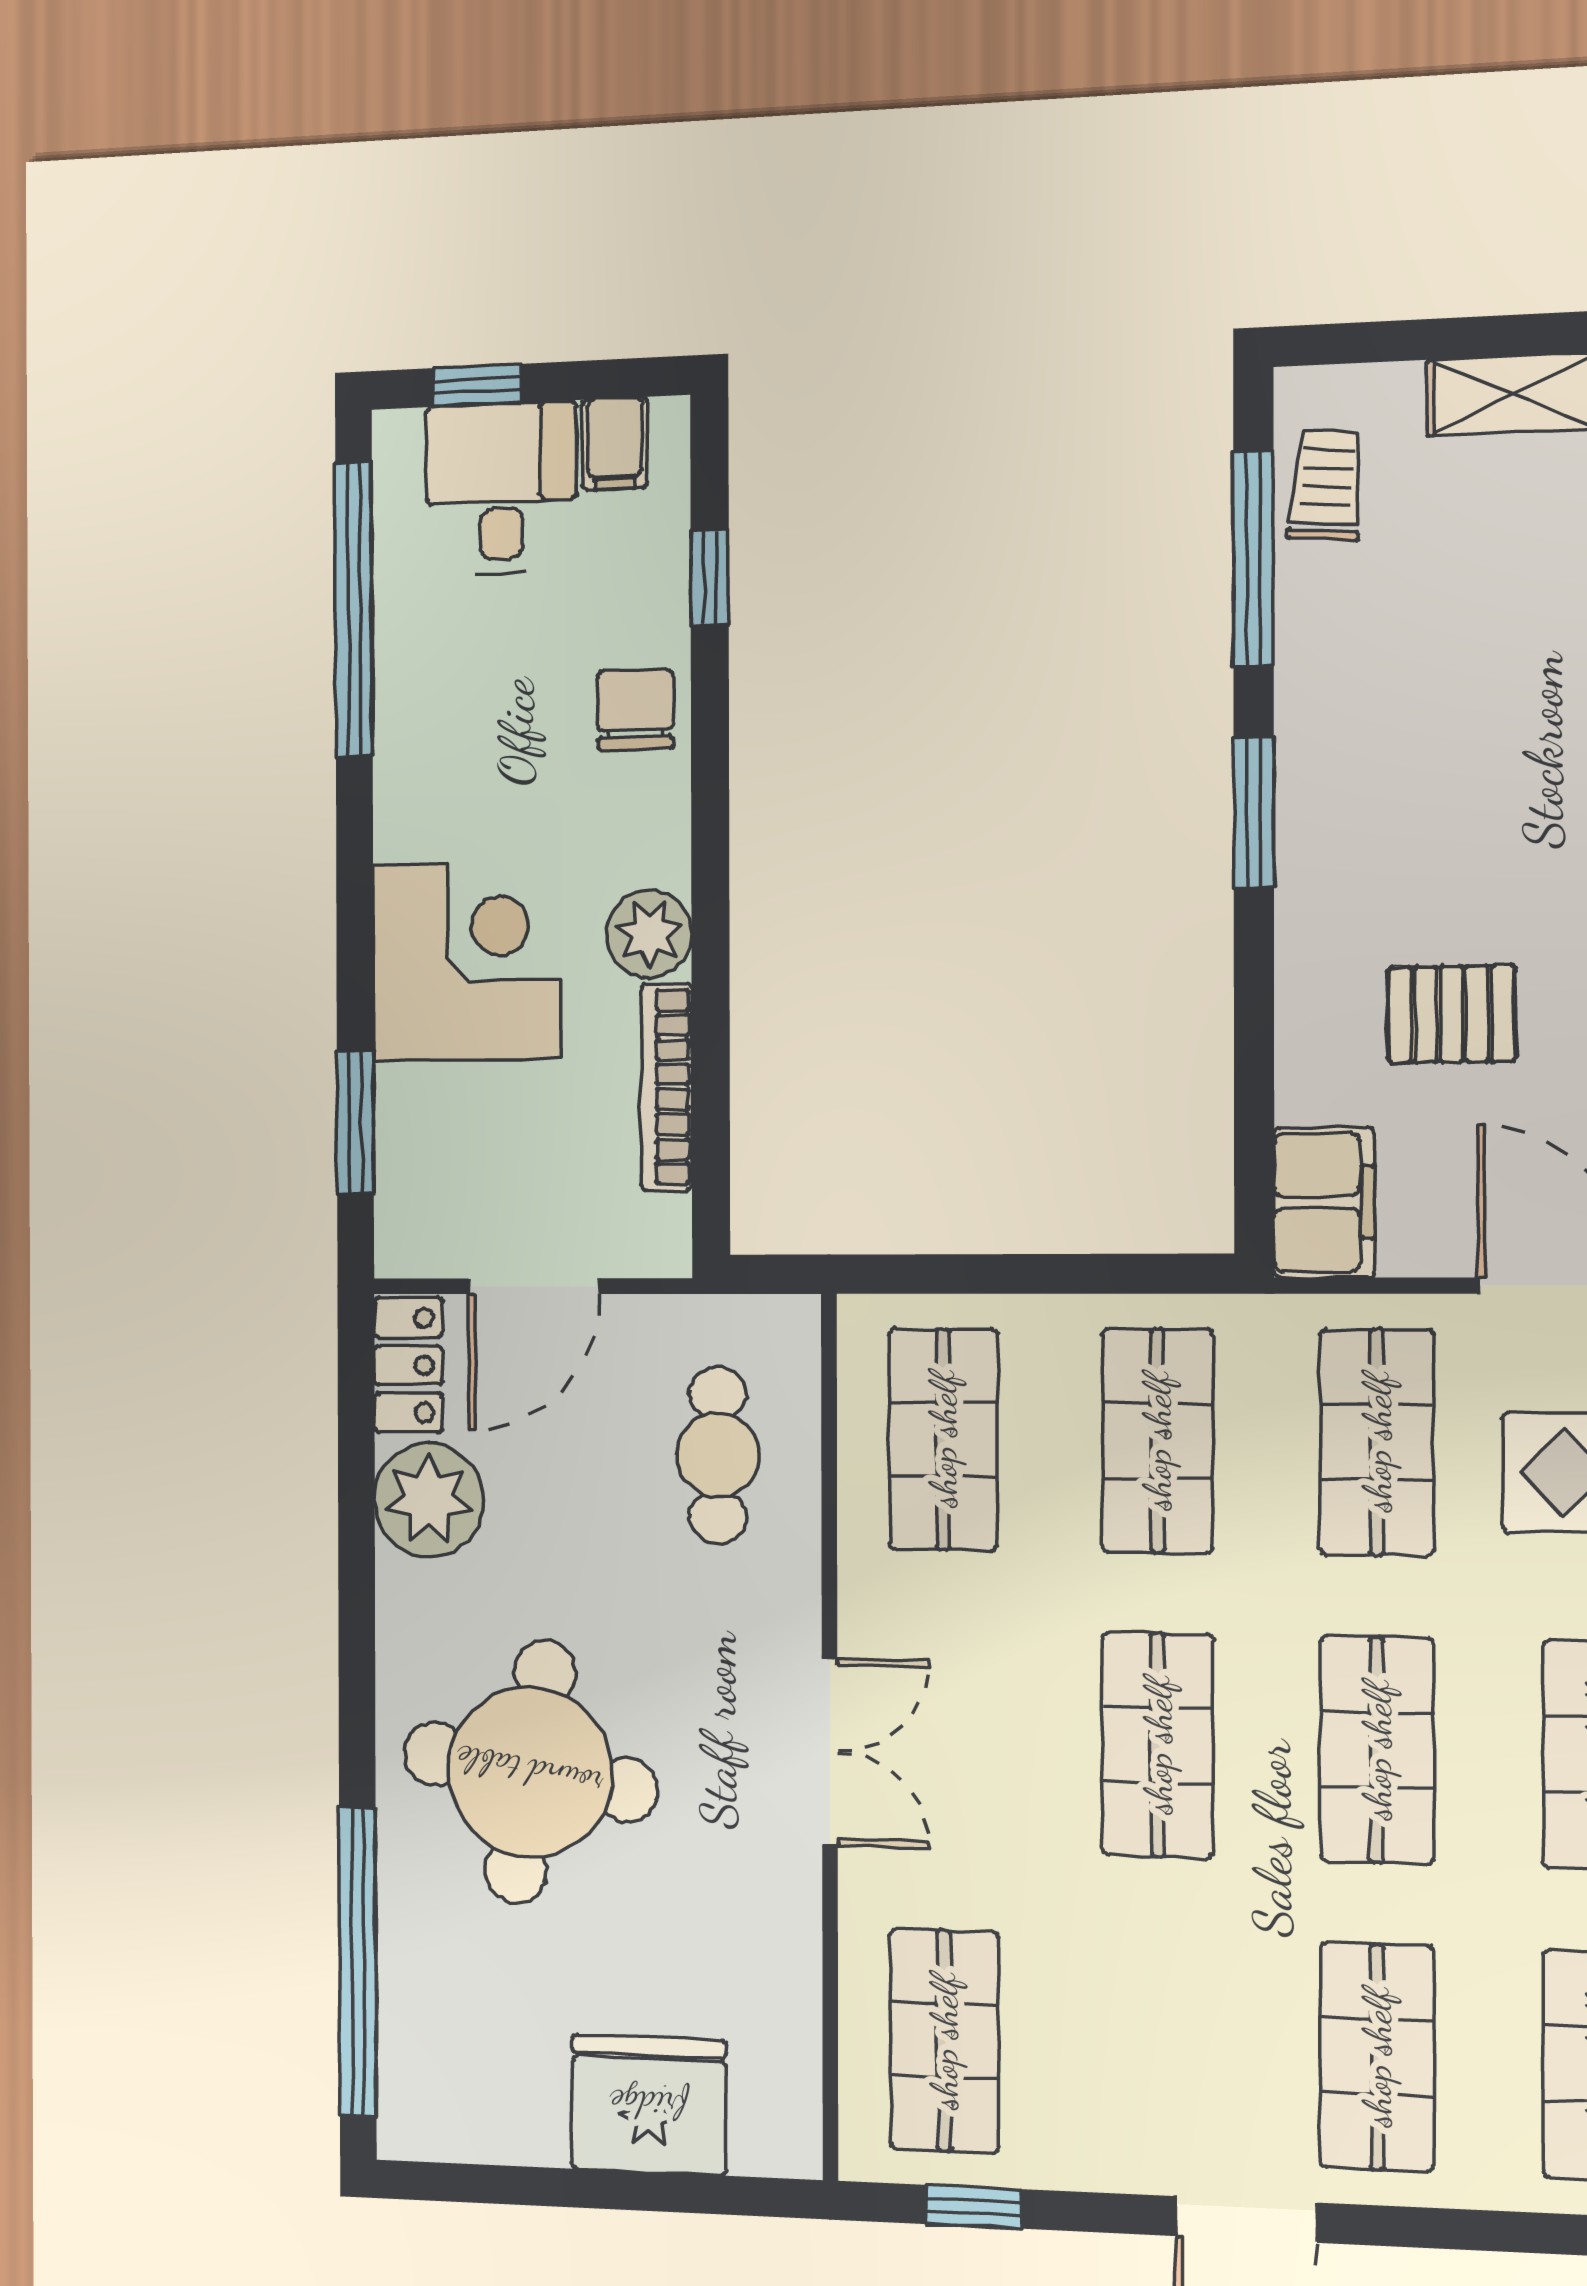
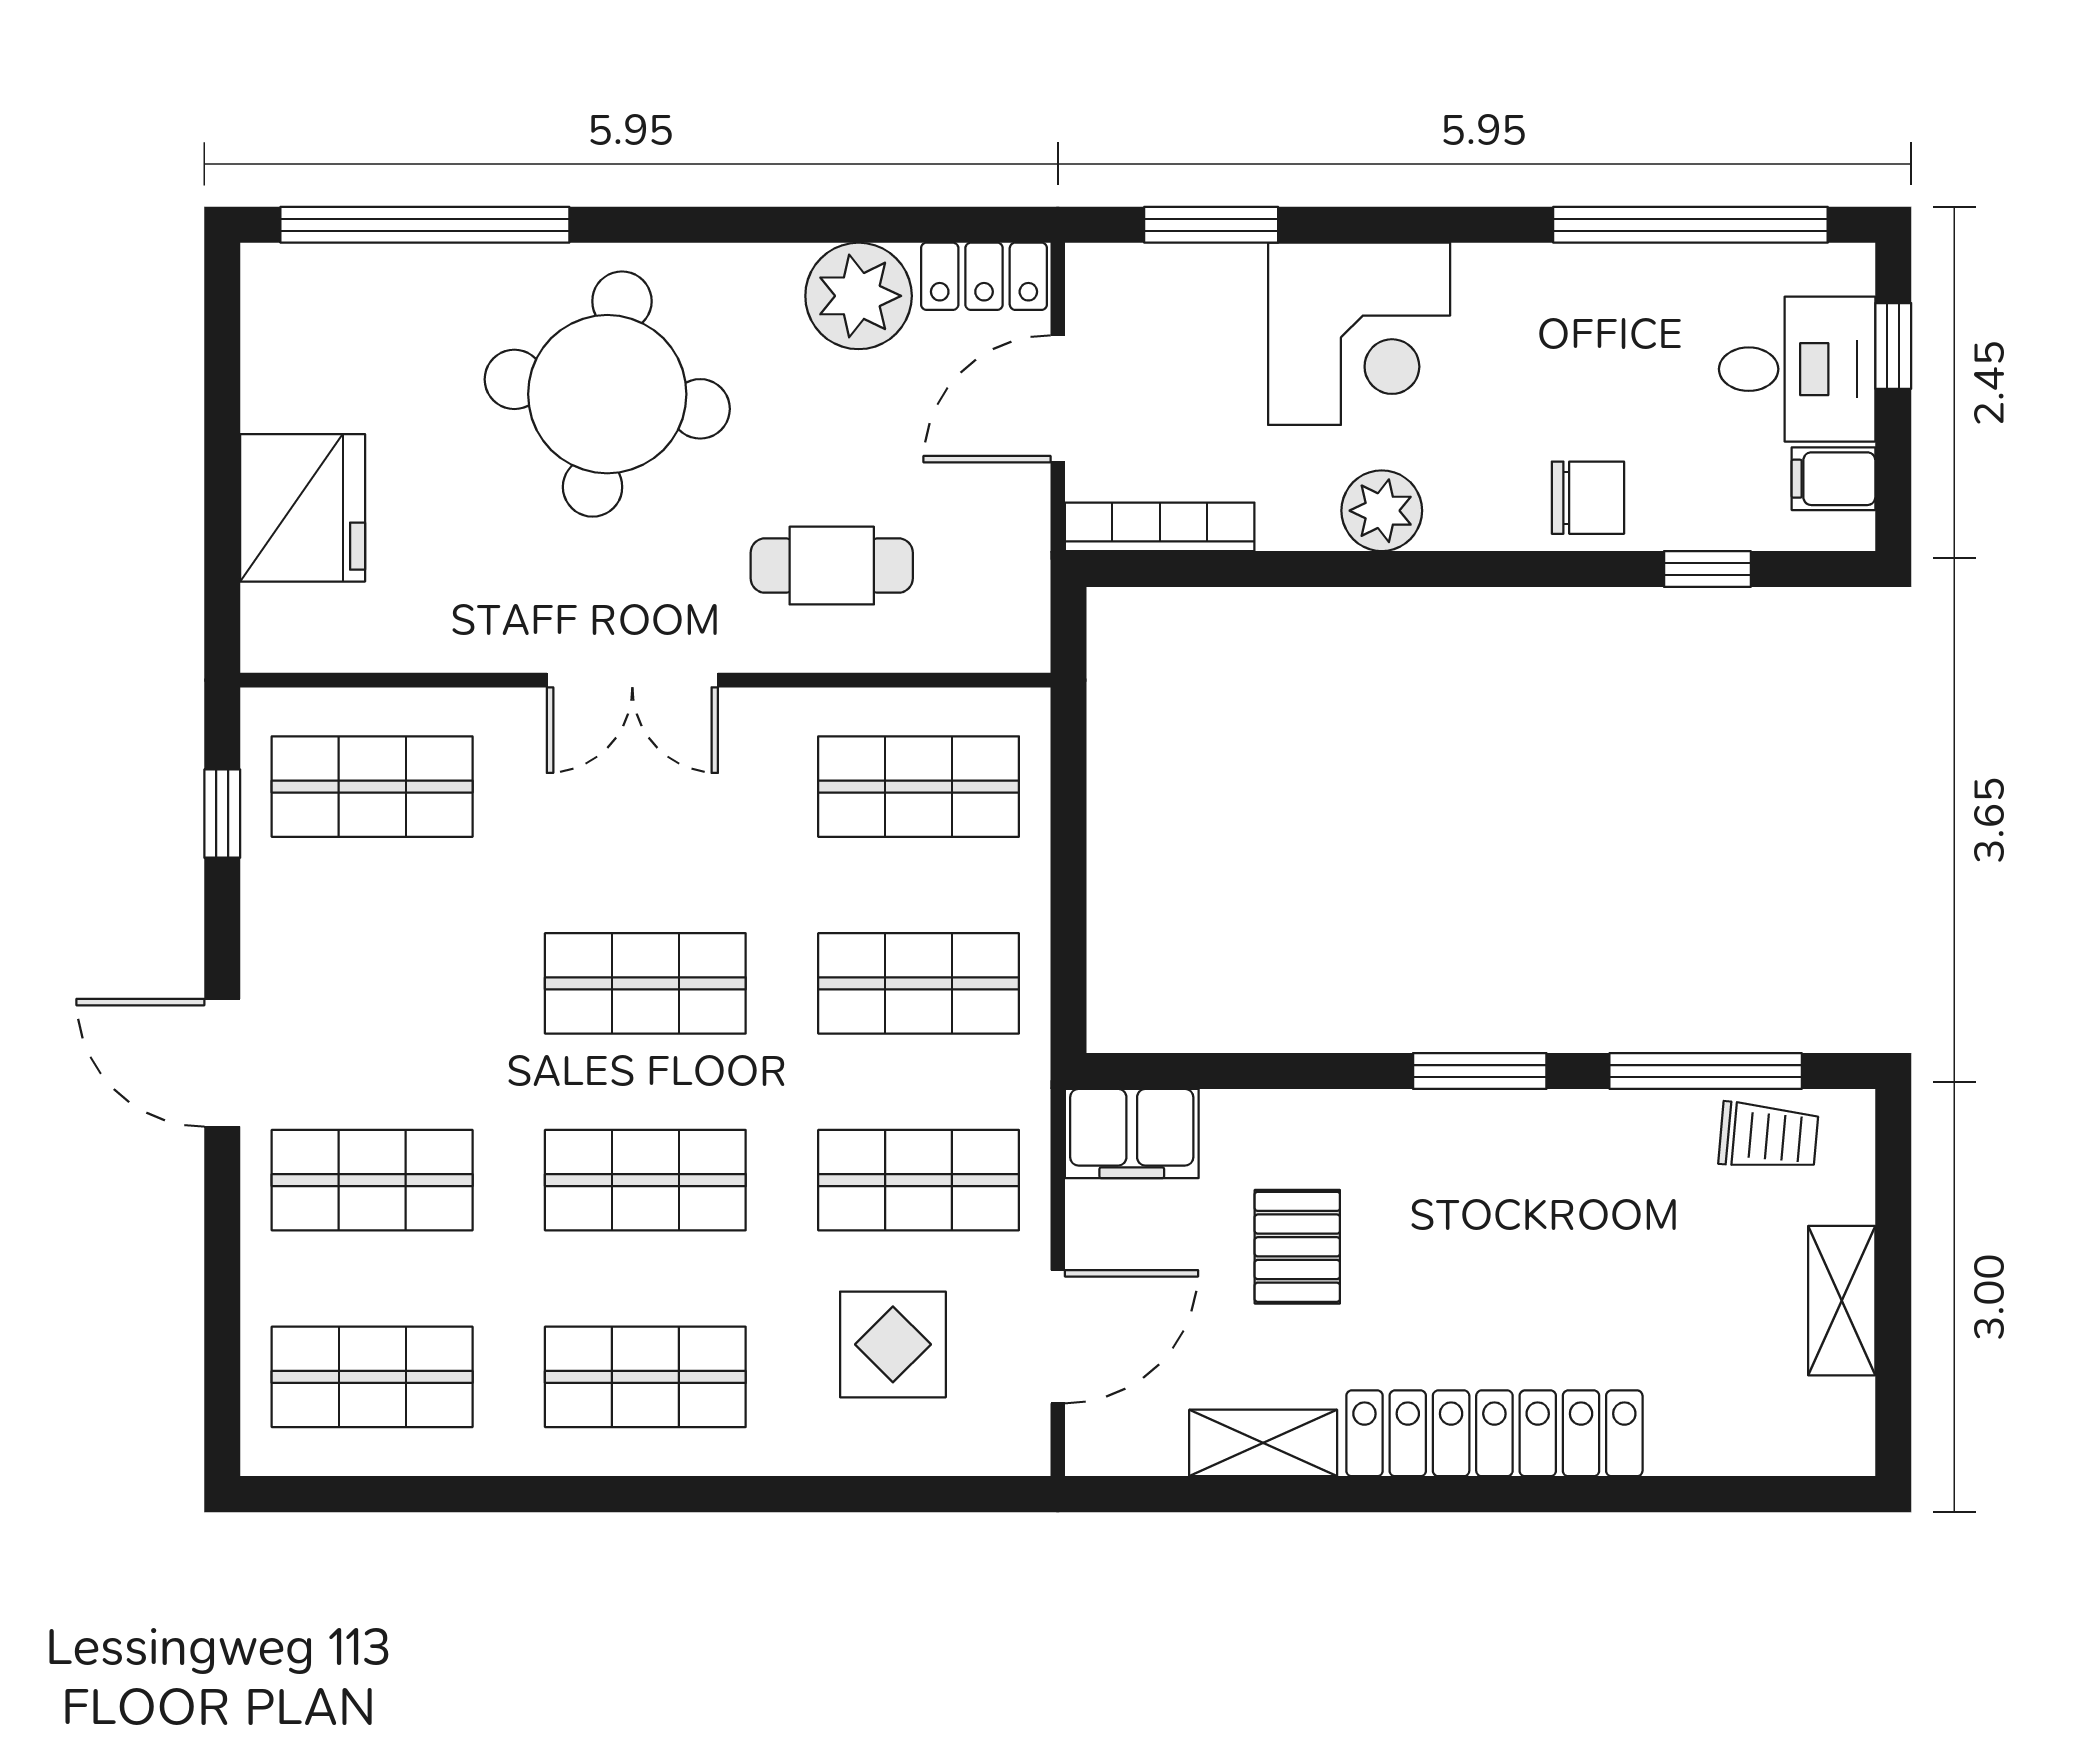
bookcase: (667, 1087) -> (1160, 527), moved
door: (534, 1286) -> (1058, 399), hinge flipped
cafe table: (718, 1455) -> (832, 566), moved

